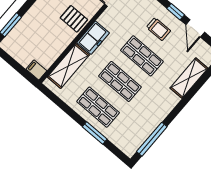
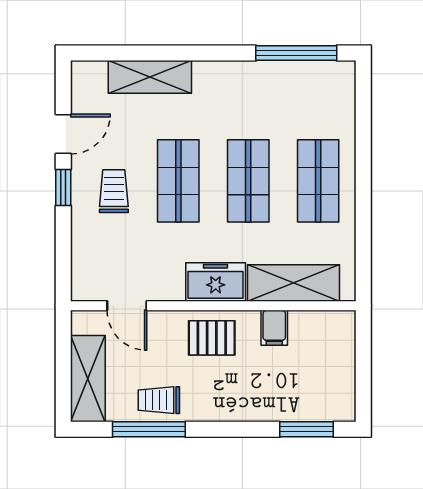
pallet: (74, 19) -> (212, 338), turned 90
filing cabinet: (36, 70) -> (274, 328), moved
window: (95, 133) -> (363, 151), removed

